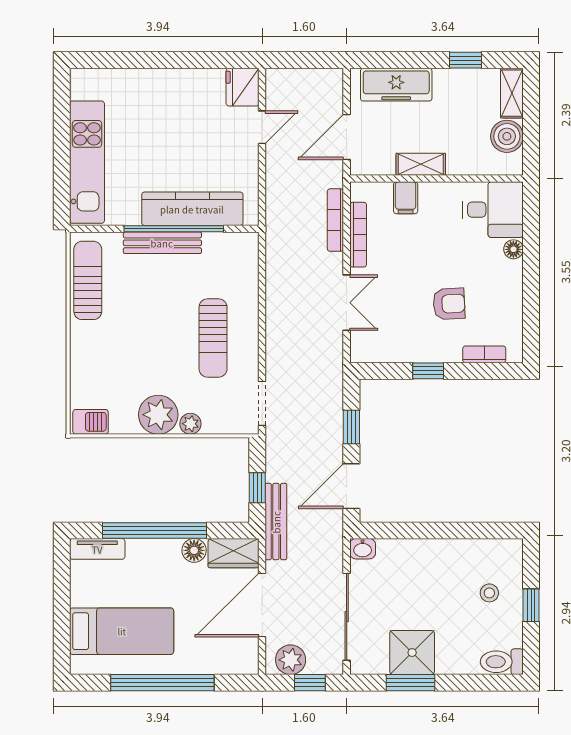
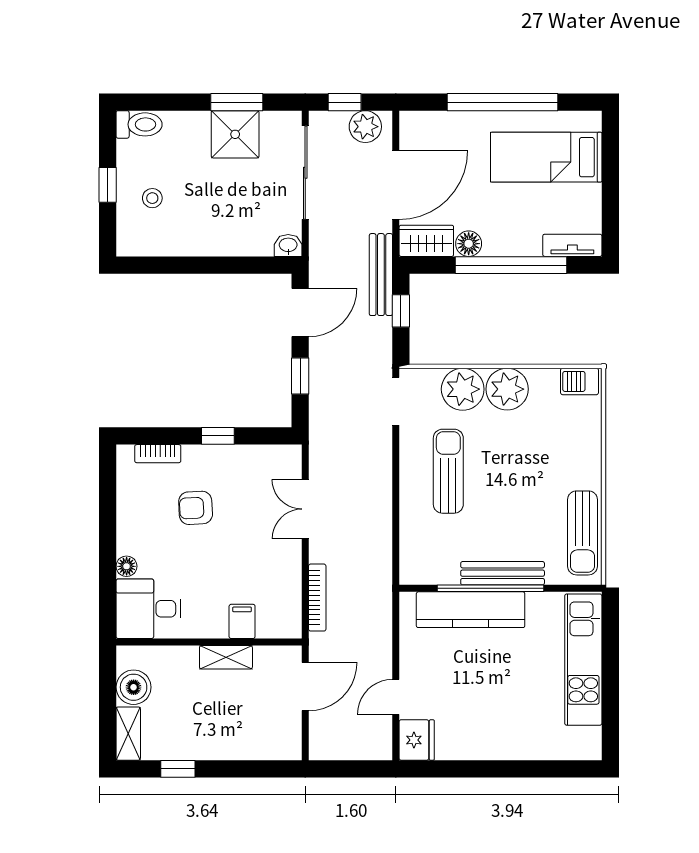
freezer: (396, 85) -> (252, 743), removed
bookcase: (358, 235) -> (293, 582), removed
plant: (190, 424) -> (463, 389), width x1.87, depth x1.87

